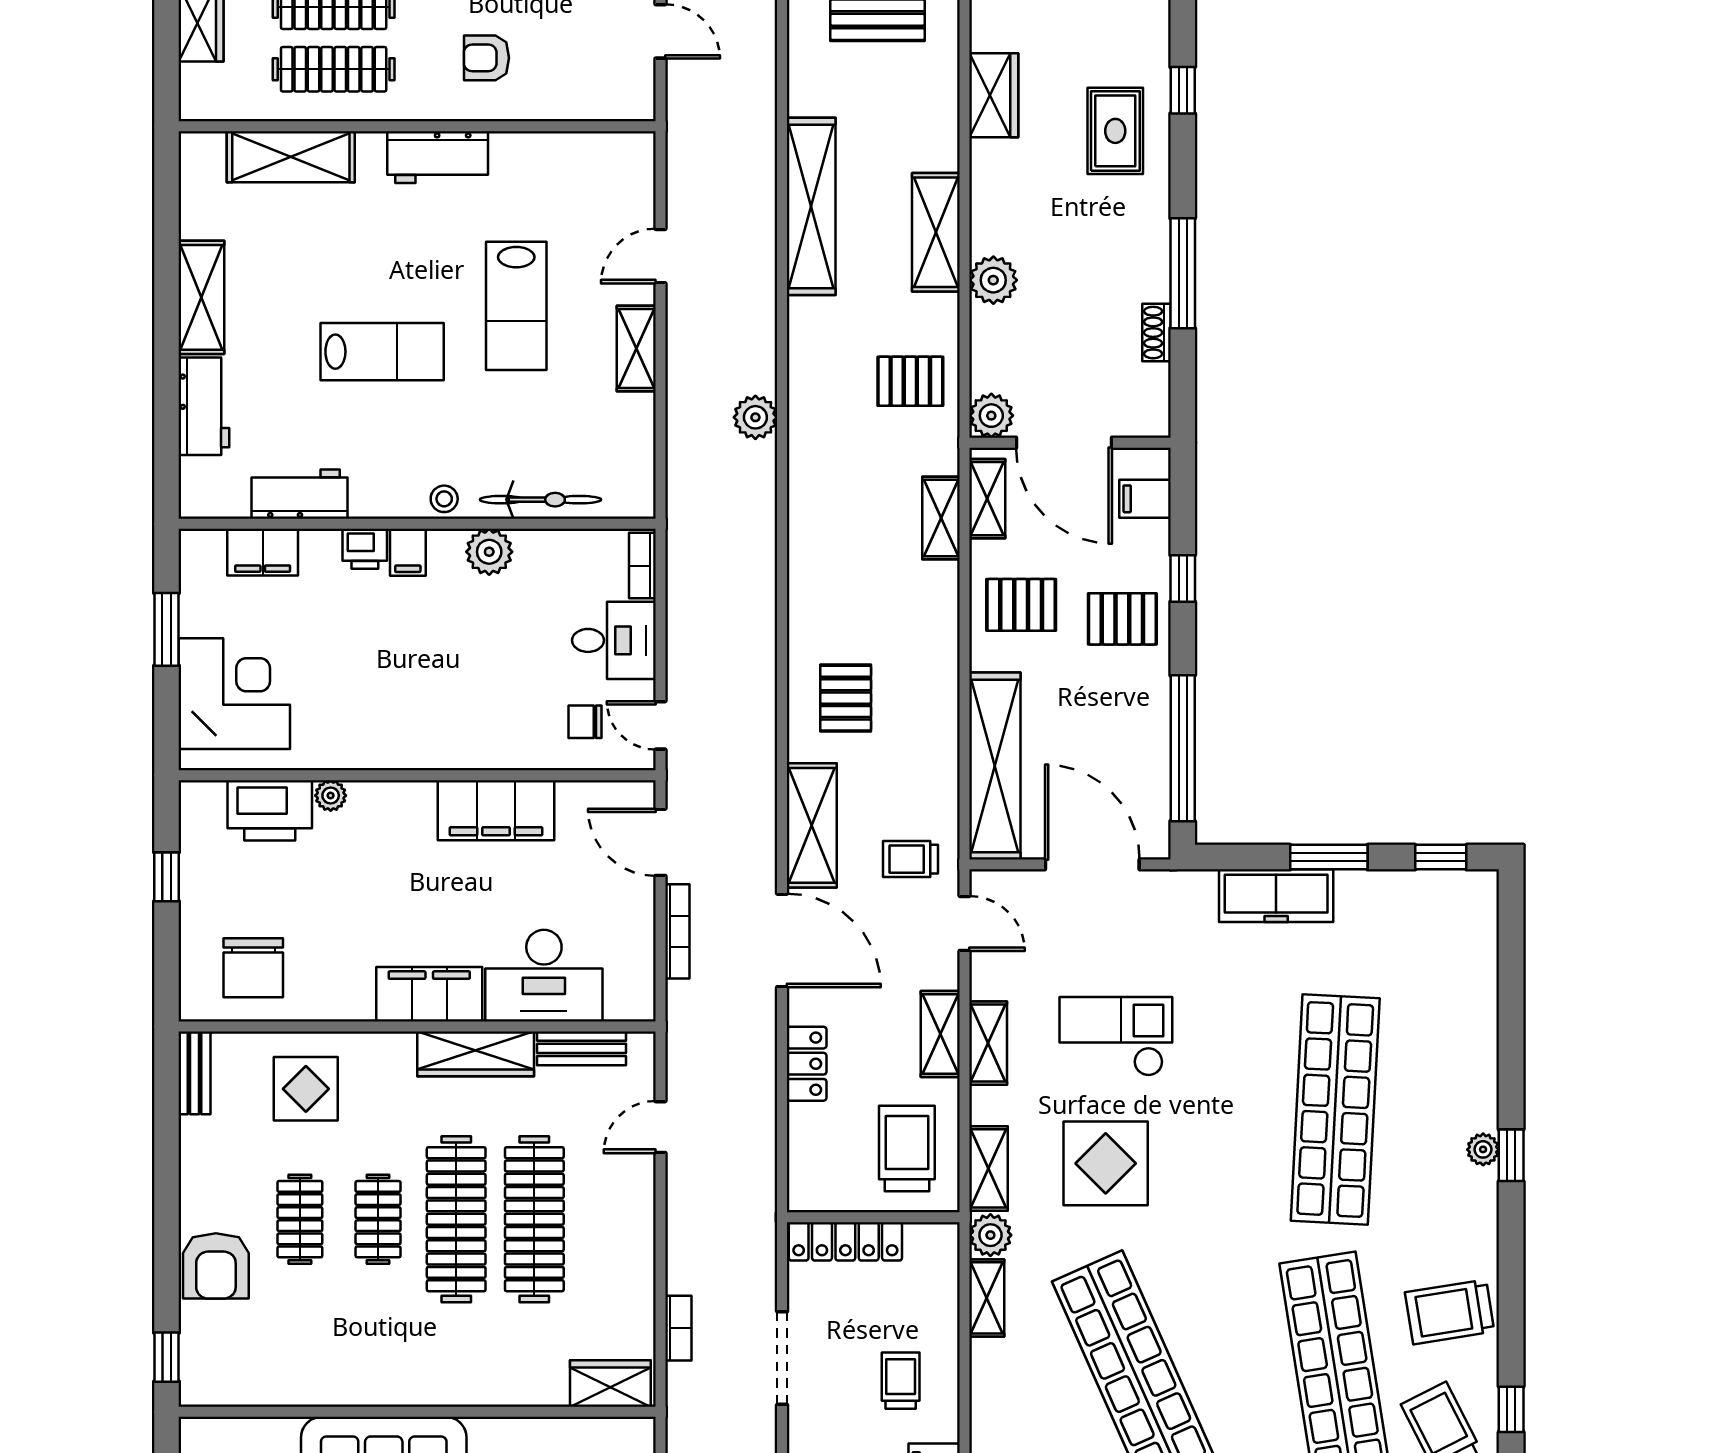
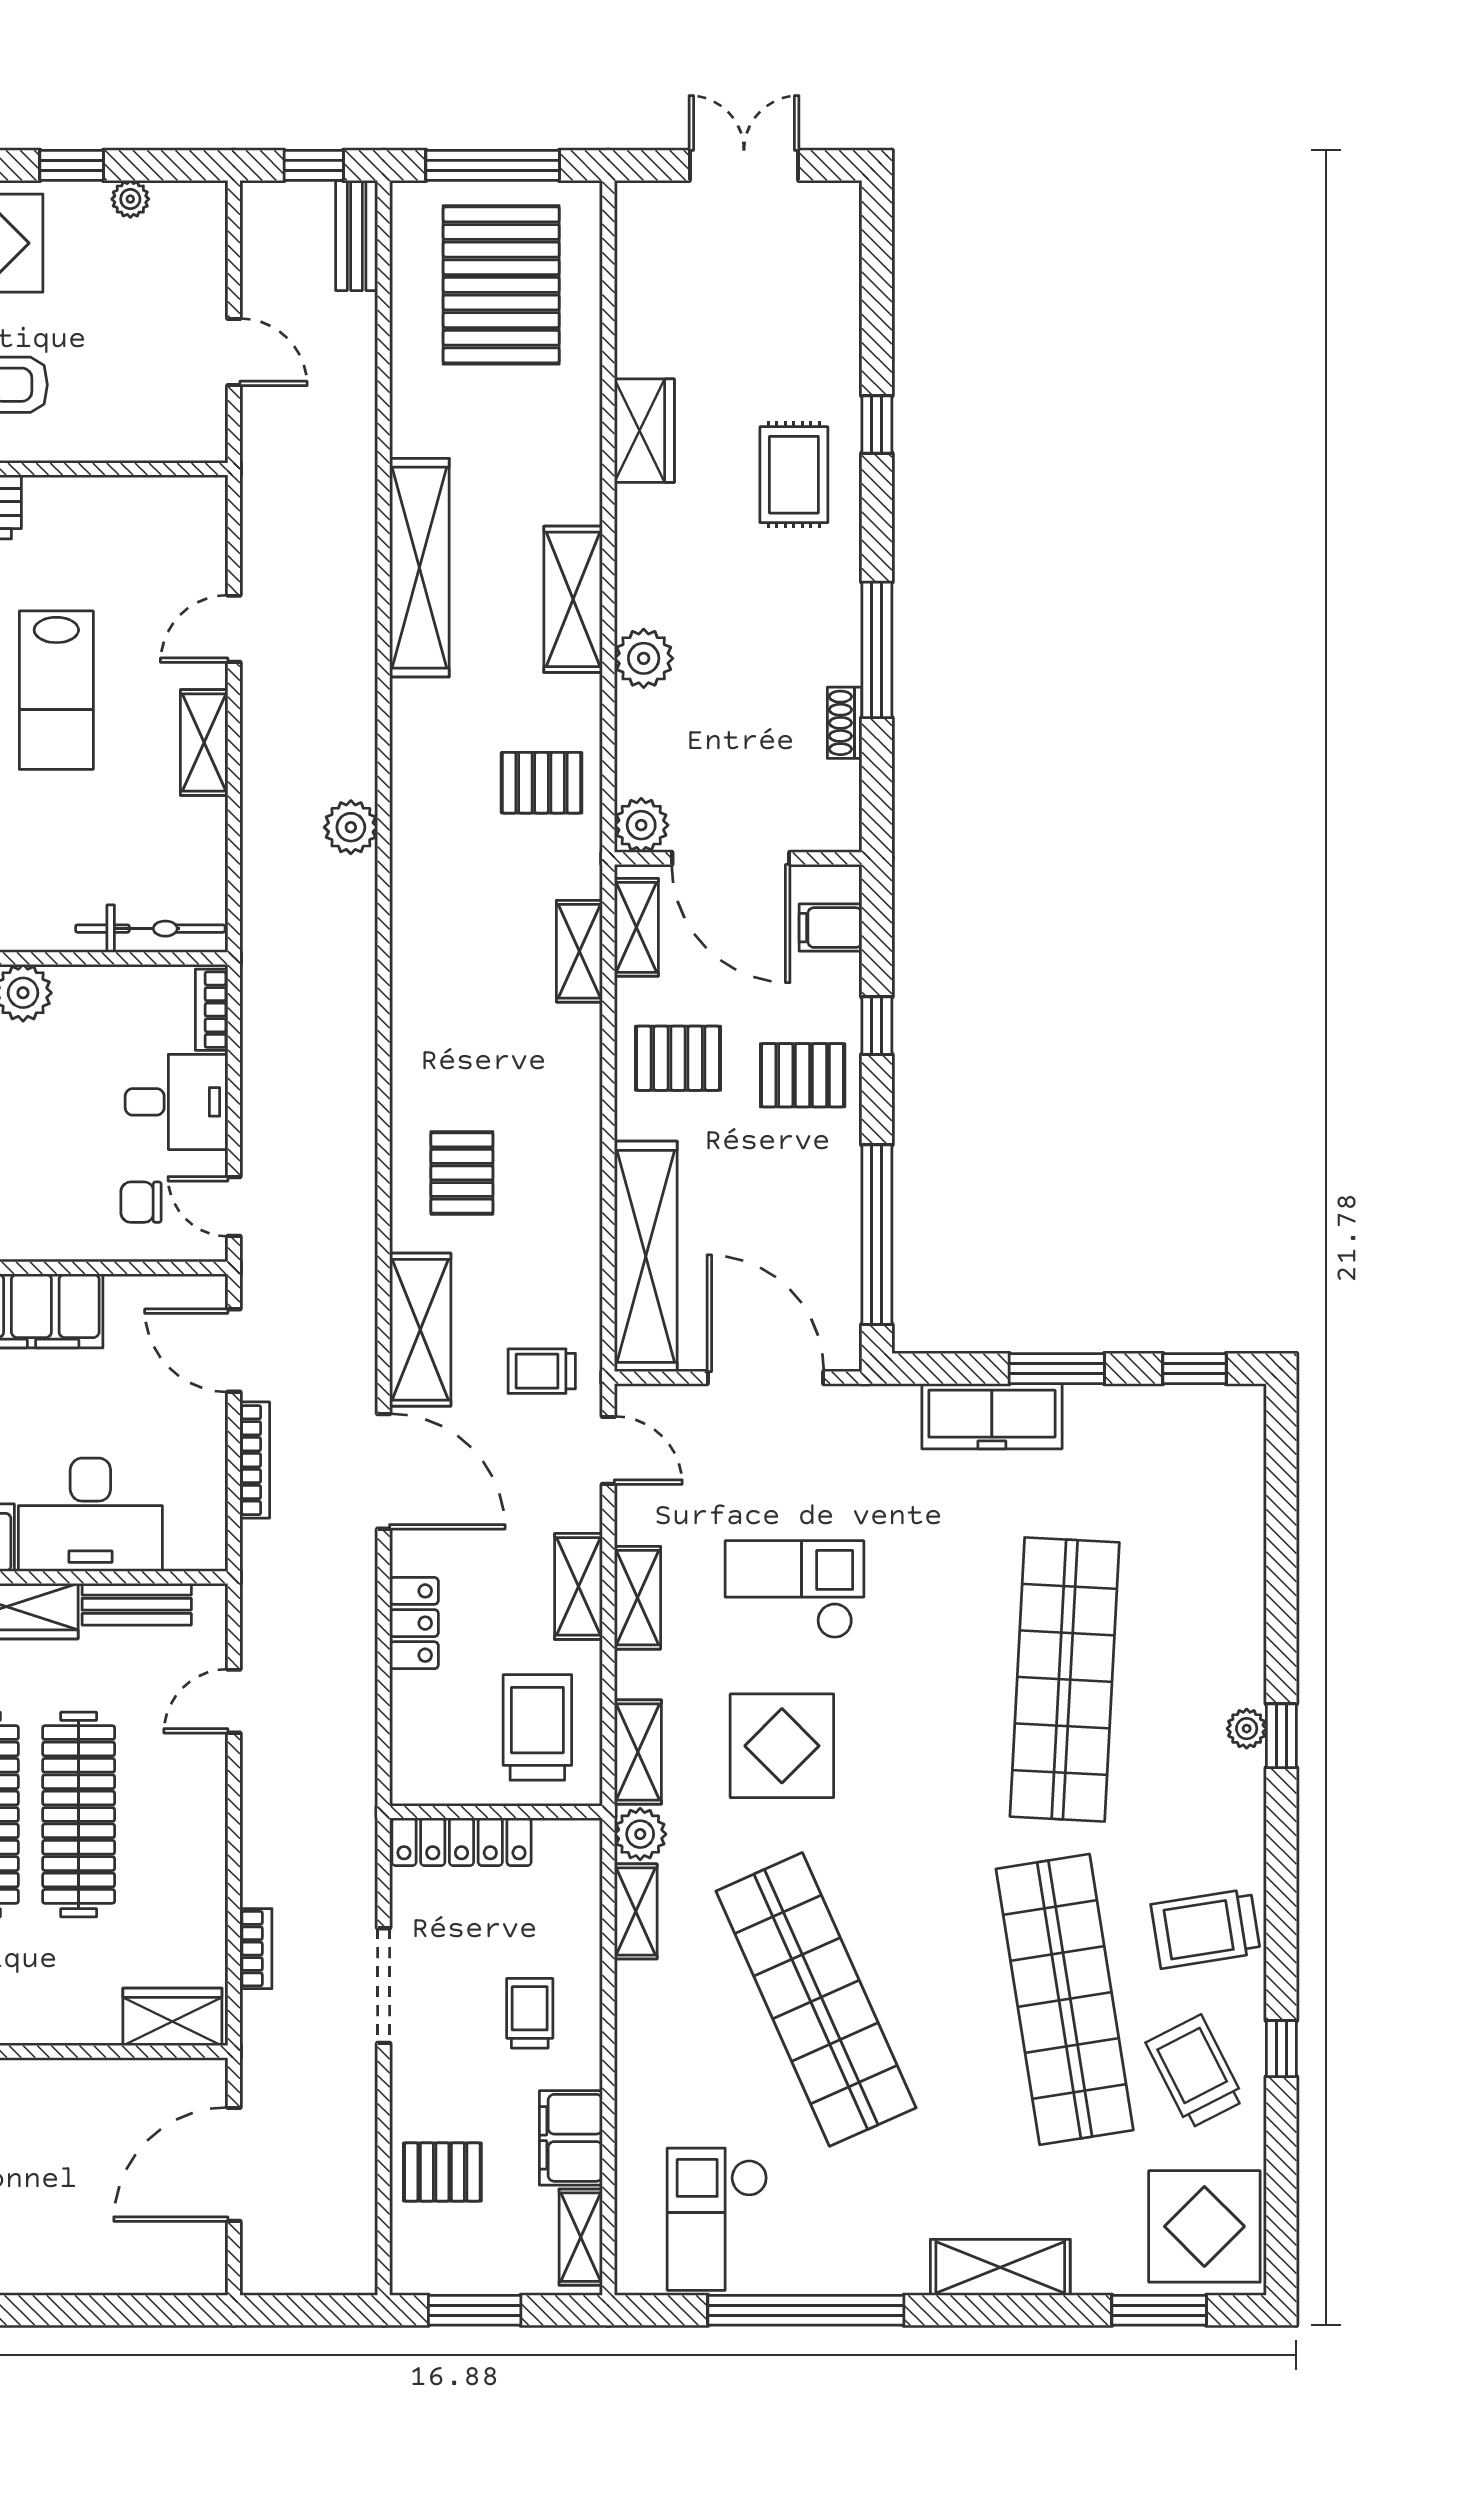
bicycle: (540, 500) -> (150, 929), moved

